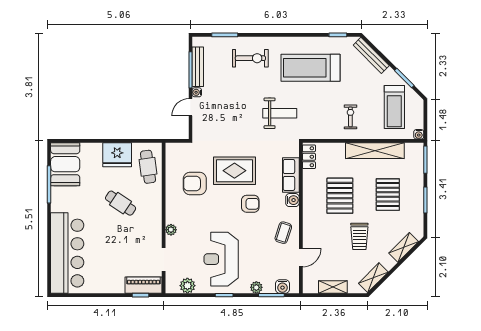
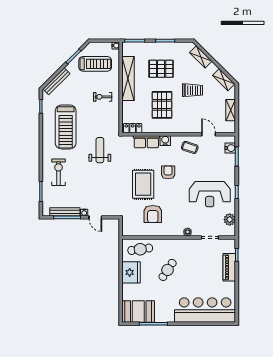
pallet: (340, 196) -> (162, 105), turned 90
piano: (143, 285) -> (229, 267), moved
plant: (256, 287) -> (231, 168), removed

